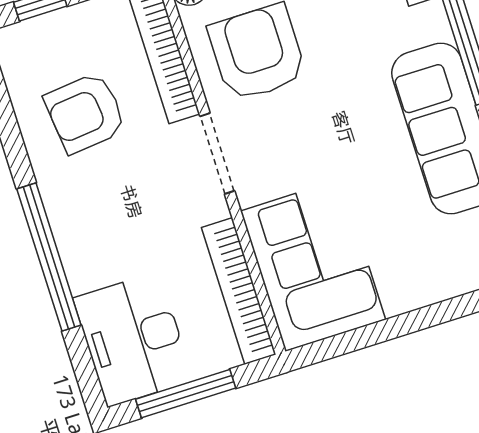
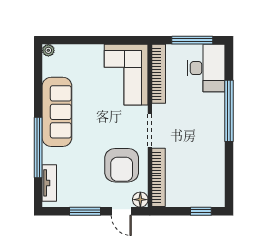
armchair: (85, 113) -> (197, 163), removed

